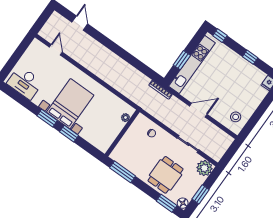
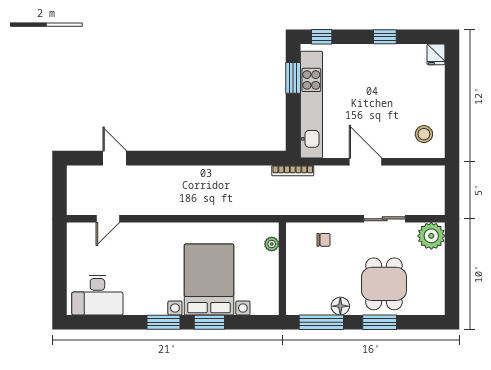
door: (56, 50) -> (108, 219), swing flipped
window: (182, 60) -> (293, 78), moved
bed with nightstands: (70, 104) -> (209, 280), moved
door: (198, 110) -> (365, 162), hinge flipped
window: (201, 194) -> (452, 276), removed
window: (167, 203) -> (380, 322), moved
floor lamp: (183, 203) -> (340, 306), moved

